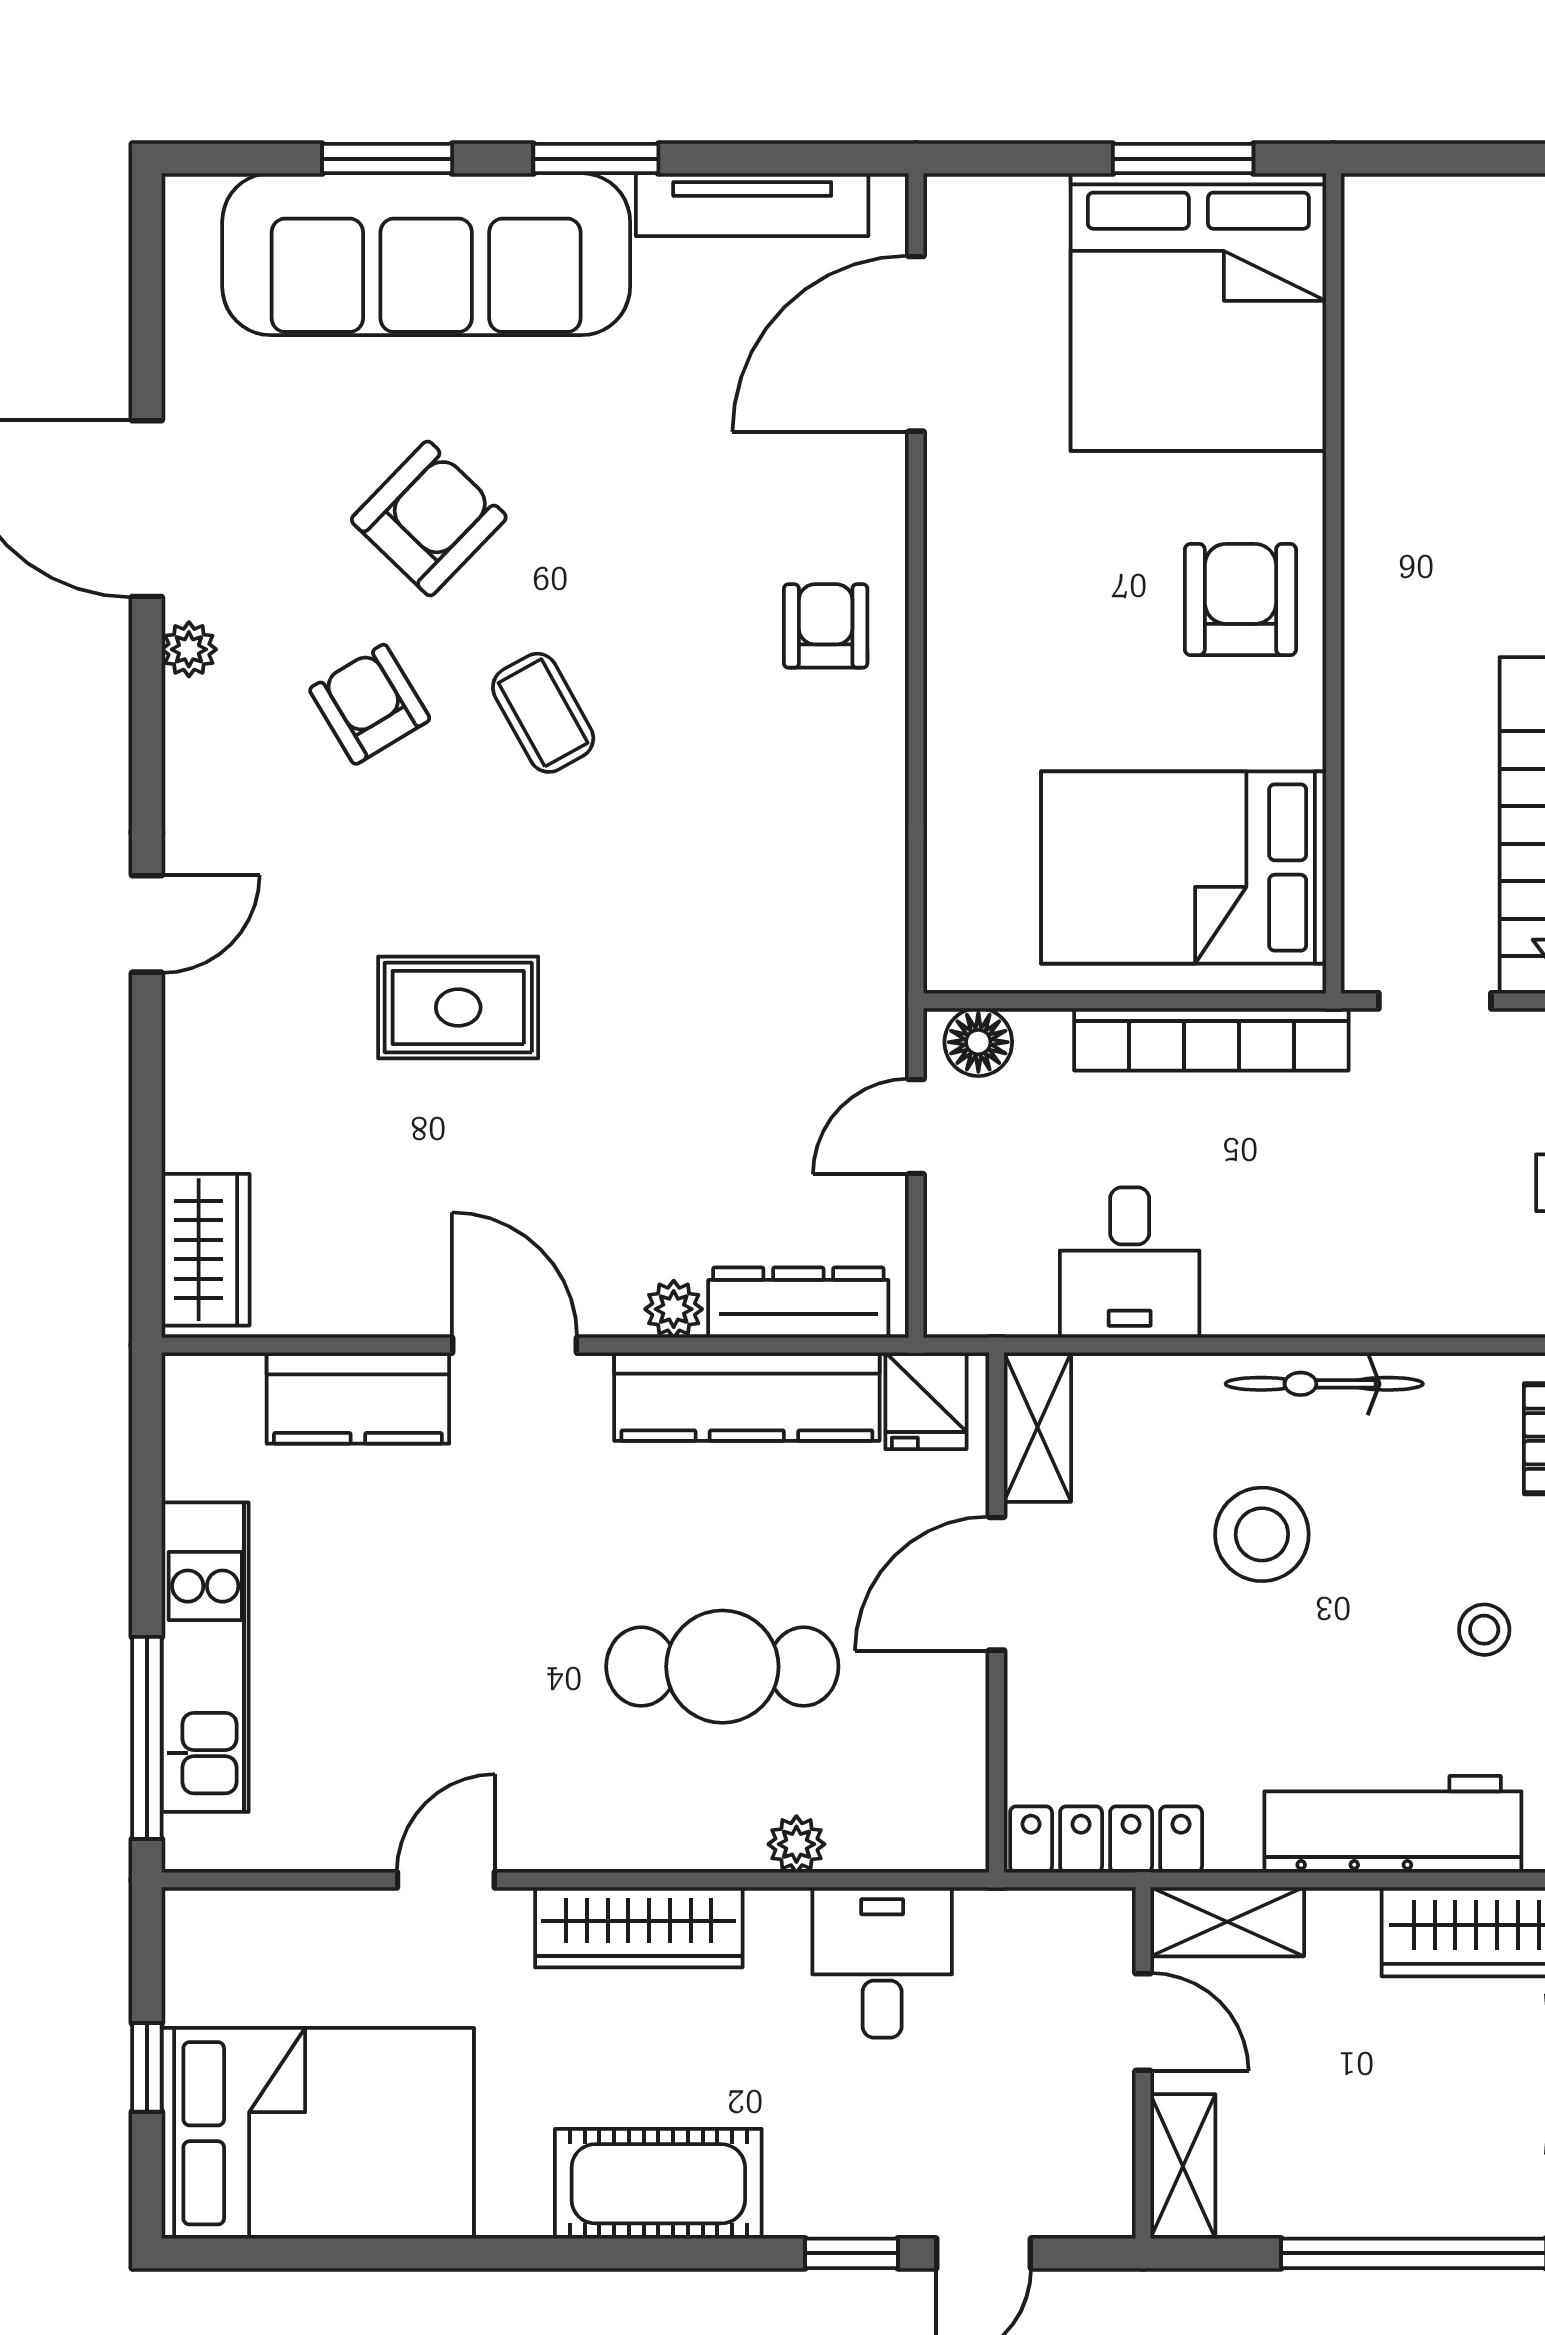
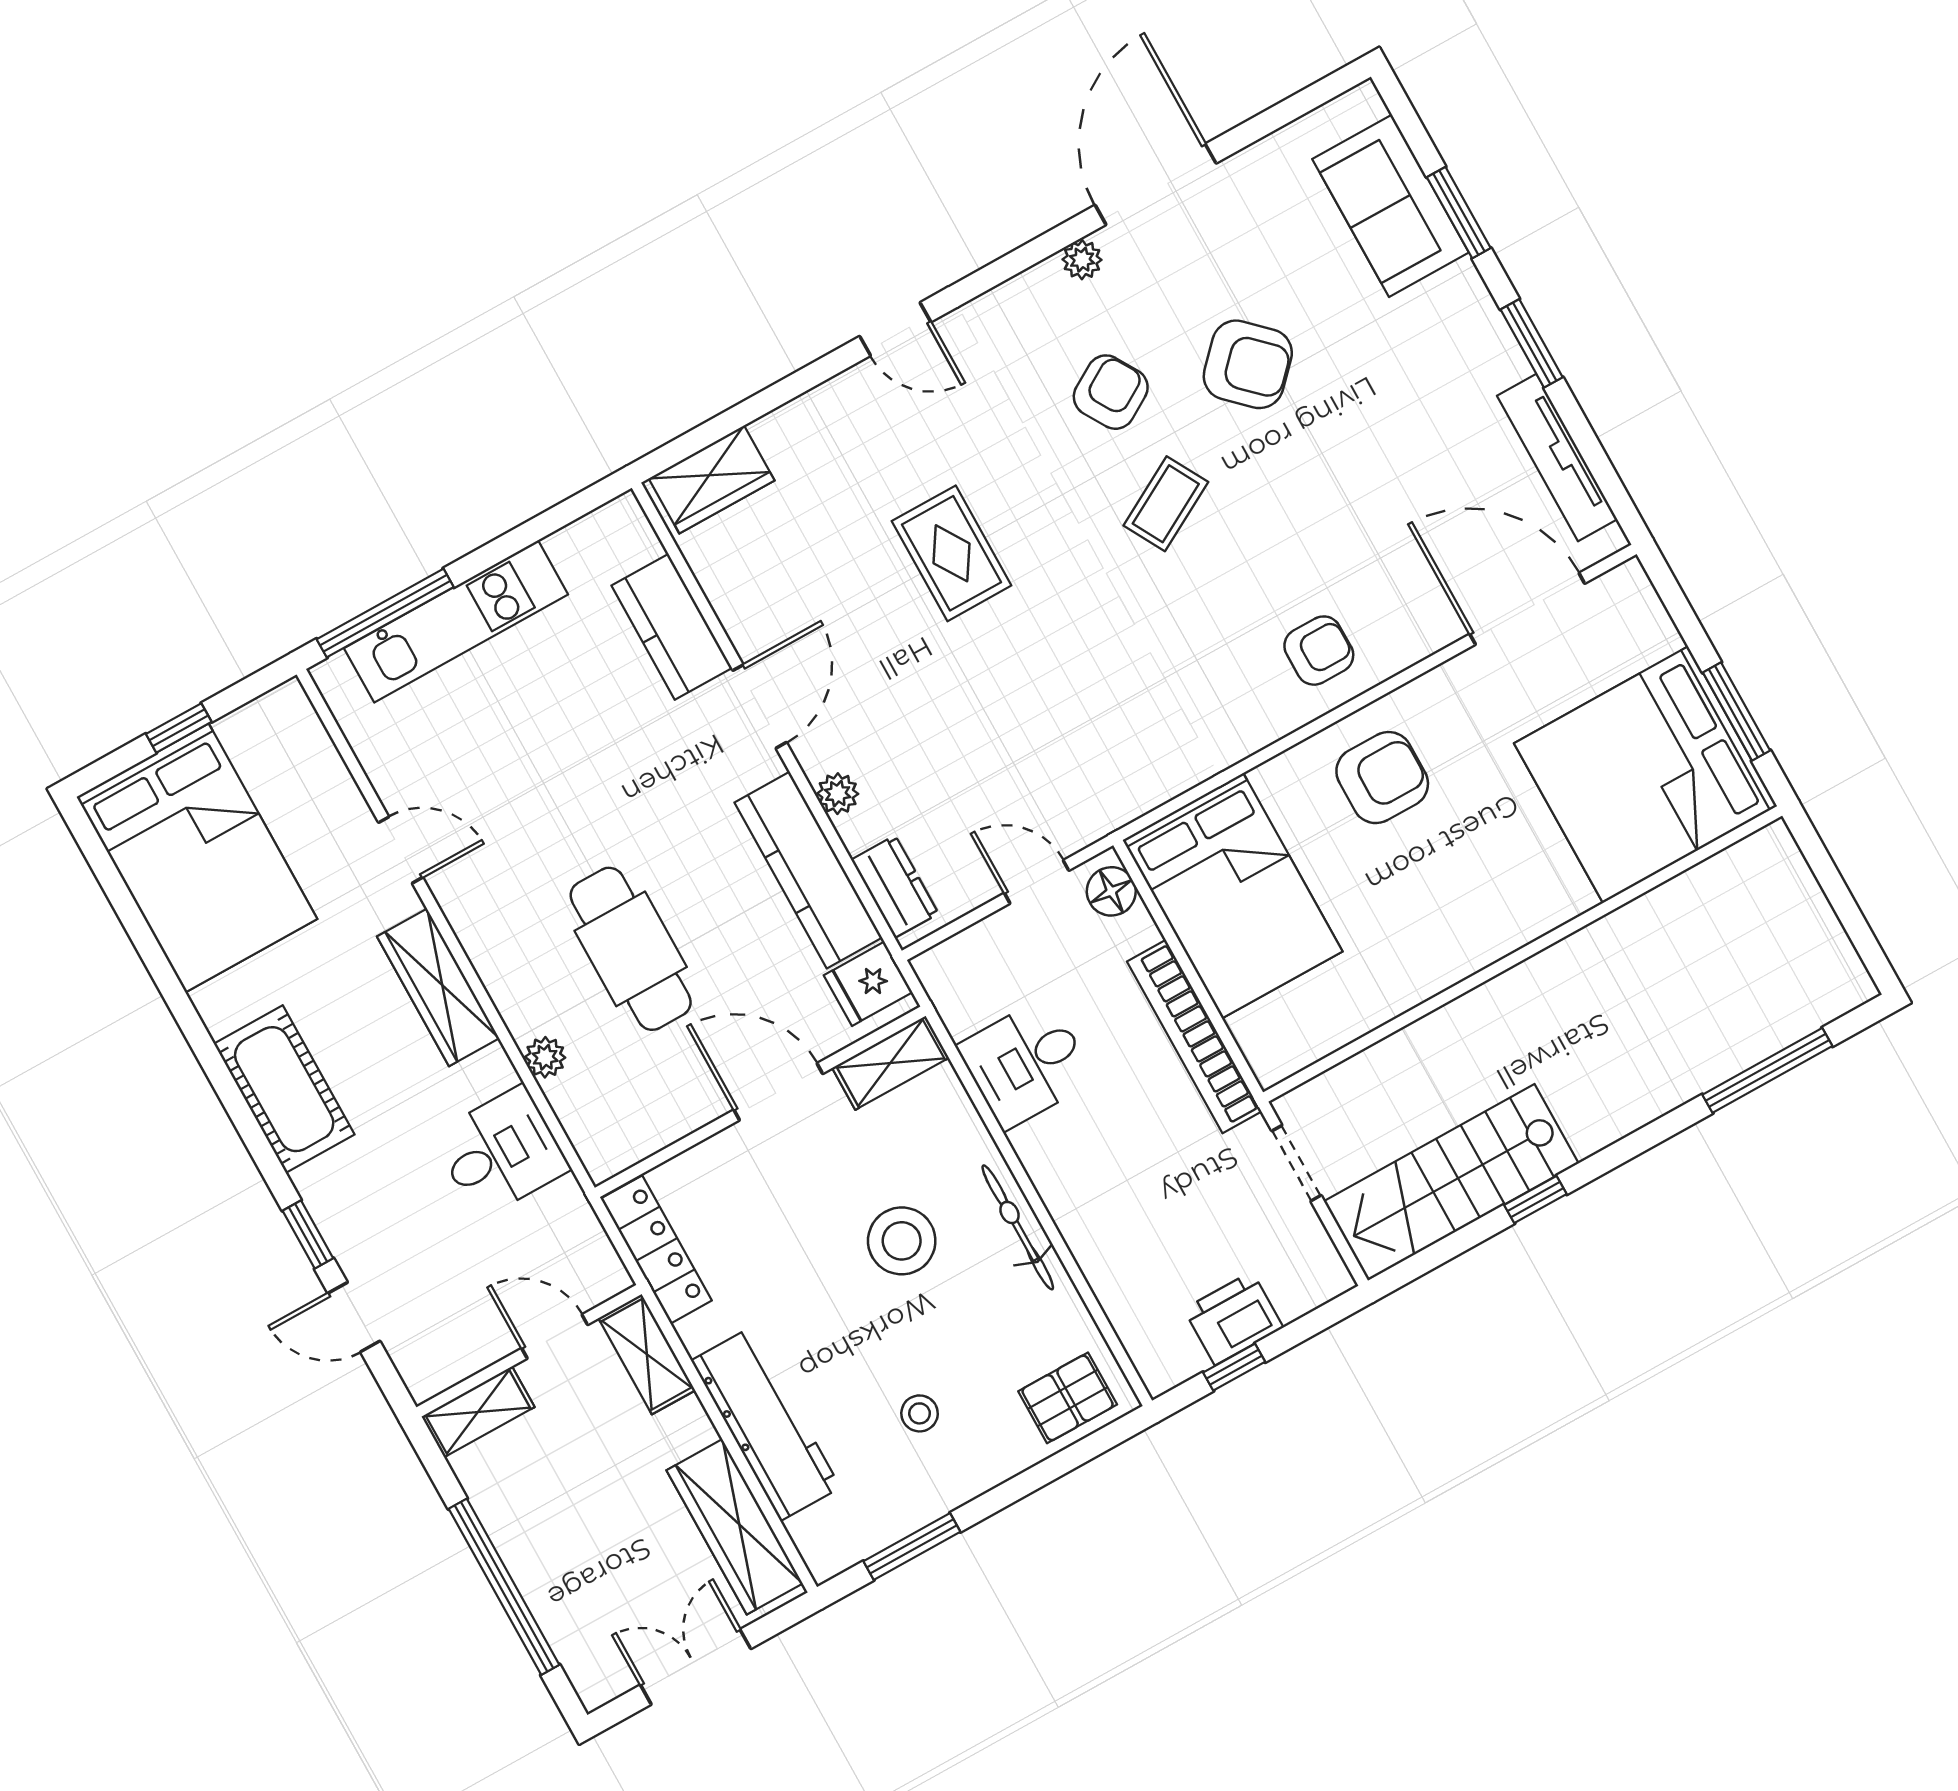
sofa: (426, 254) -> (1391, 206), width x0.54, depth x0.79
armchair: (1240, 599) -> (1382, 778), moved
bed: (1184, 868) -> (1233, 896), moved, turned 180
dresser: (798, 1303) -> (895, 887), width x0.70
door: (1143, 2022) -> (555, 1336), swing flipped

